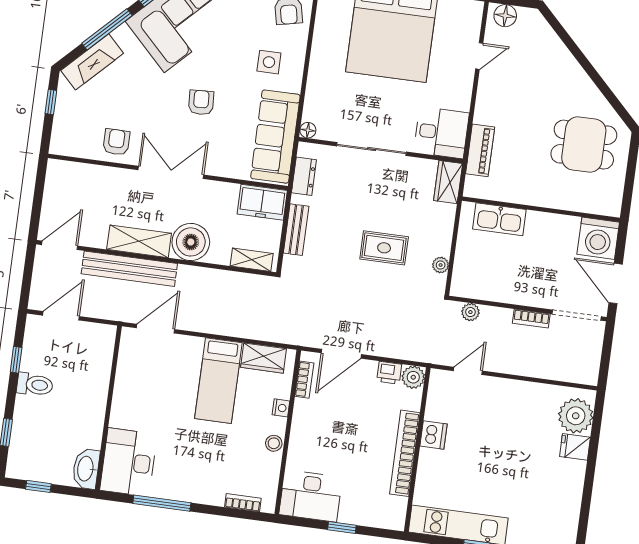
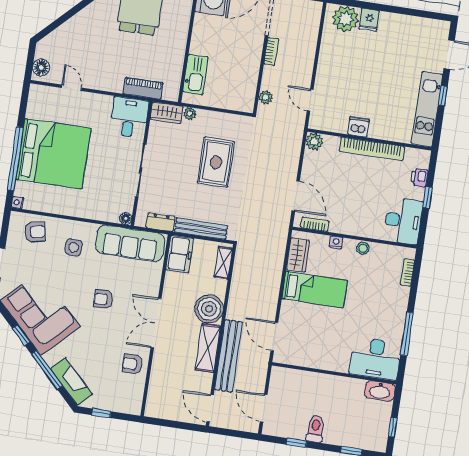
bench: (296, 230) -> (201, 229), width x1.36
rug: (384, 248) -> (216, 162), width x1.36, depth x1.43
plant: (441, 265) -> (190, 114), moved
printer: (389, 373) -> (419, 177), moved, turned 180

